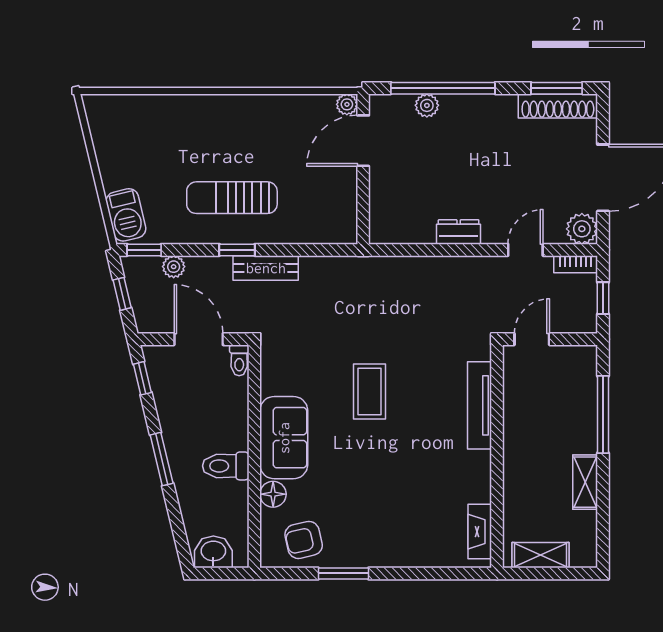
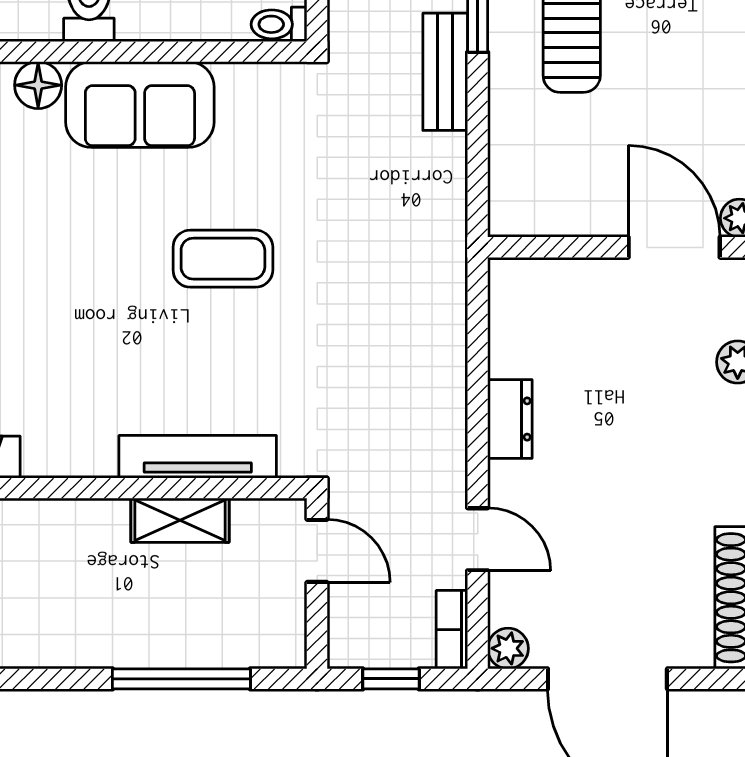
plant: (582, 229) -> (508, 648), width x0.73, depth x0.73
shelving: (585, 482) -> (180, 520), moved

